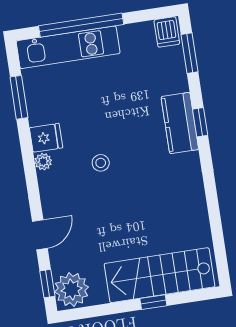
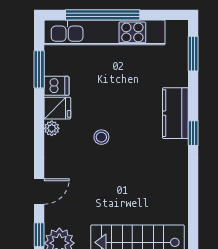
dishwasher: (167, 32) -> (57, 86), moved, turned -90
kitchen unit: (68, 47) -> (105, 32), width x1.36
window: (200, 122) -> (193, 133), moved

